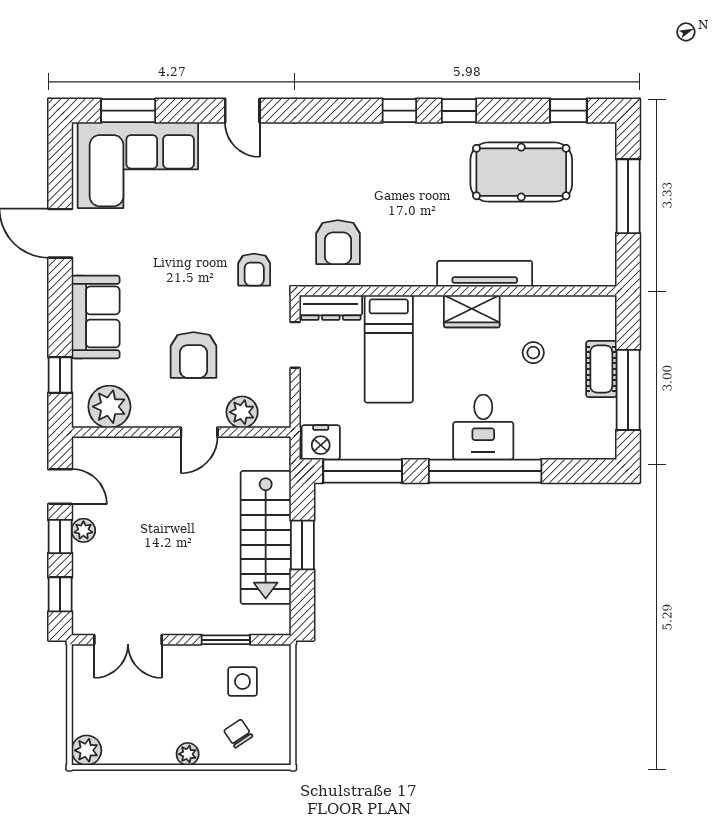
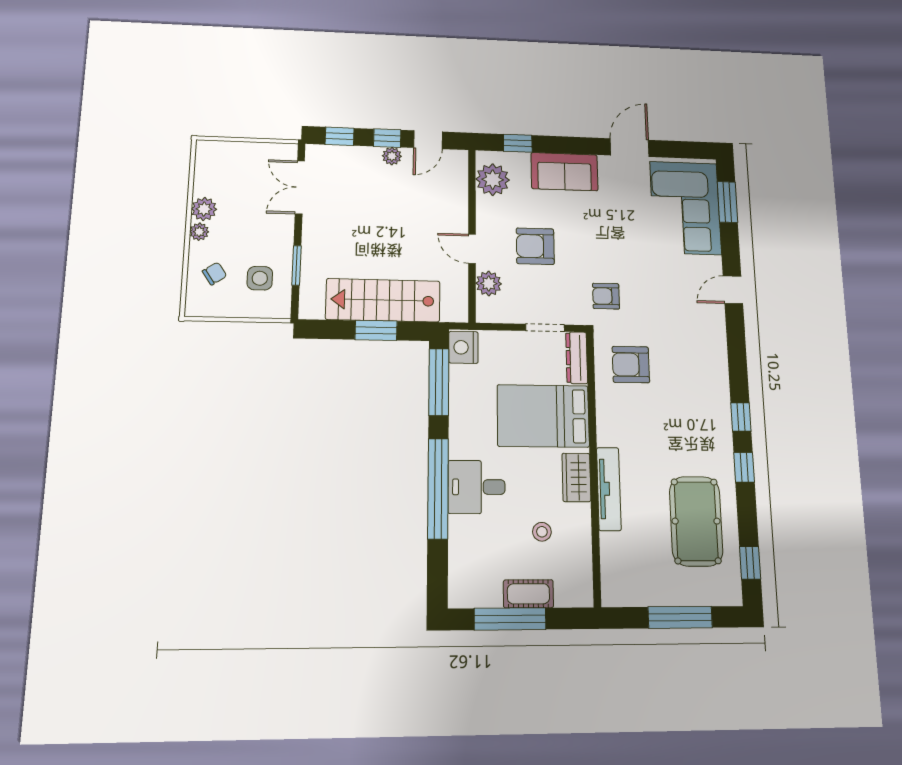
bed: (389, 349) -> (543, 416), width x1.50
plant: (87, 750) -> (204, 209), moved

